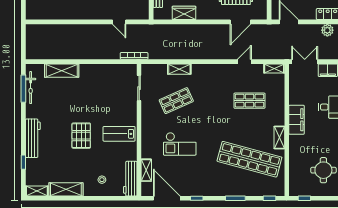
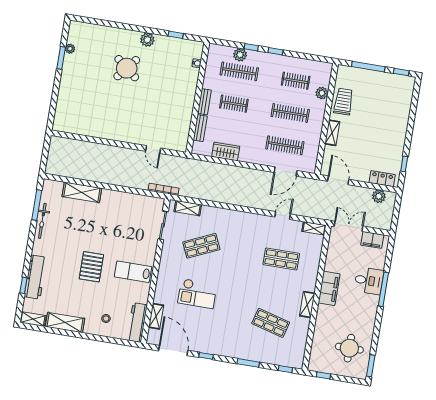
shelving: (179, 69) -> (188, 208), moved
bicycle: (31, 88) -> (42, 221), moved
workbench: (33, 138) -> (35, 277), moved
shop shelf: (249, 159) -> (271, 323), width x0.50, depth x0.74

